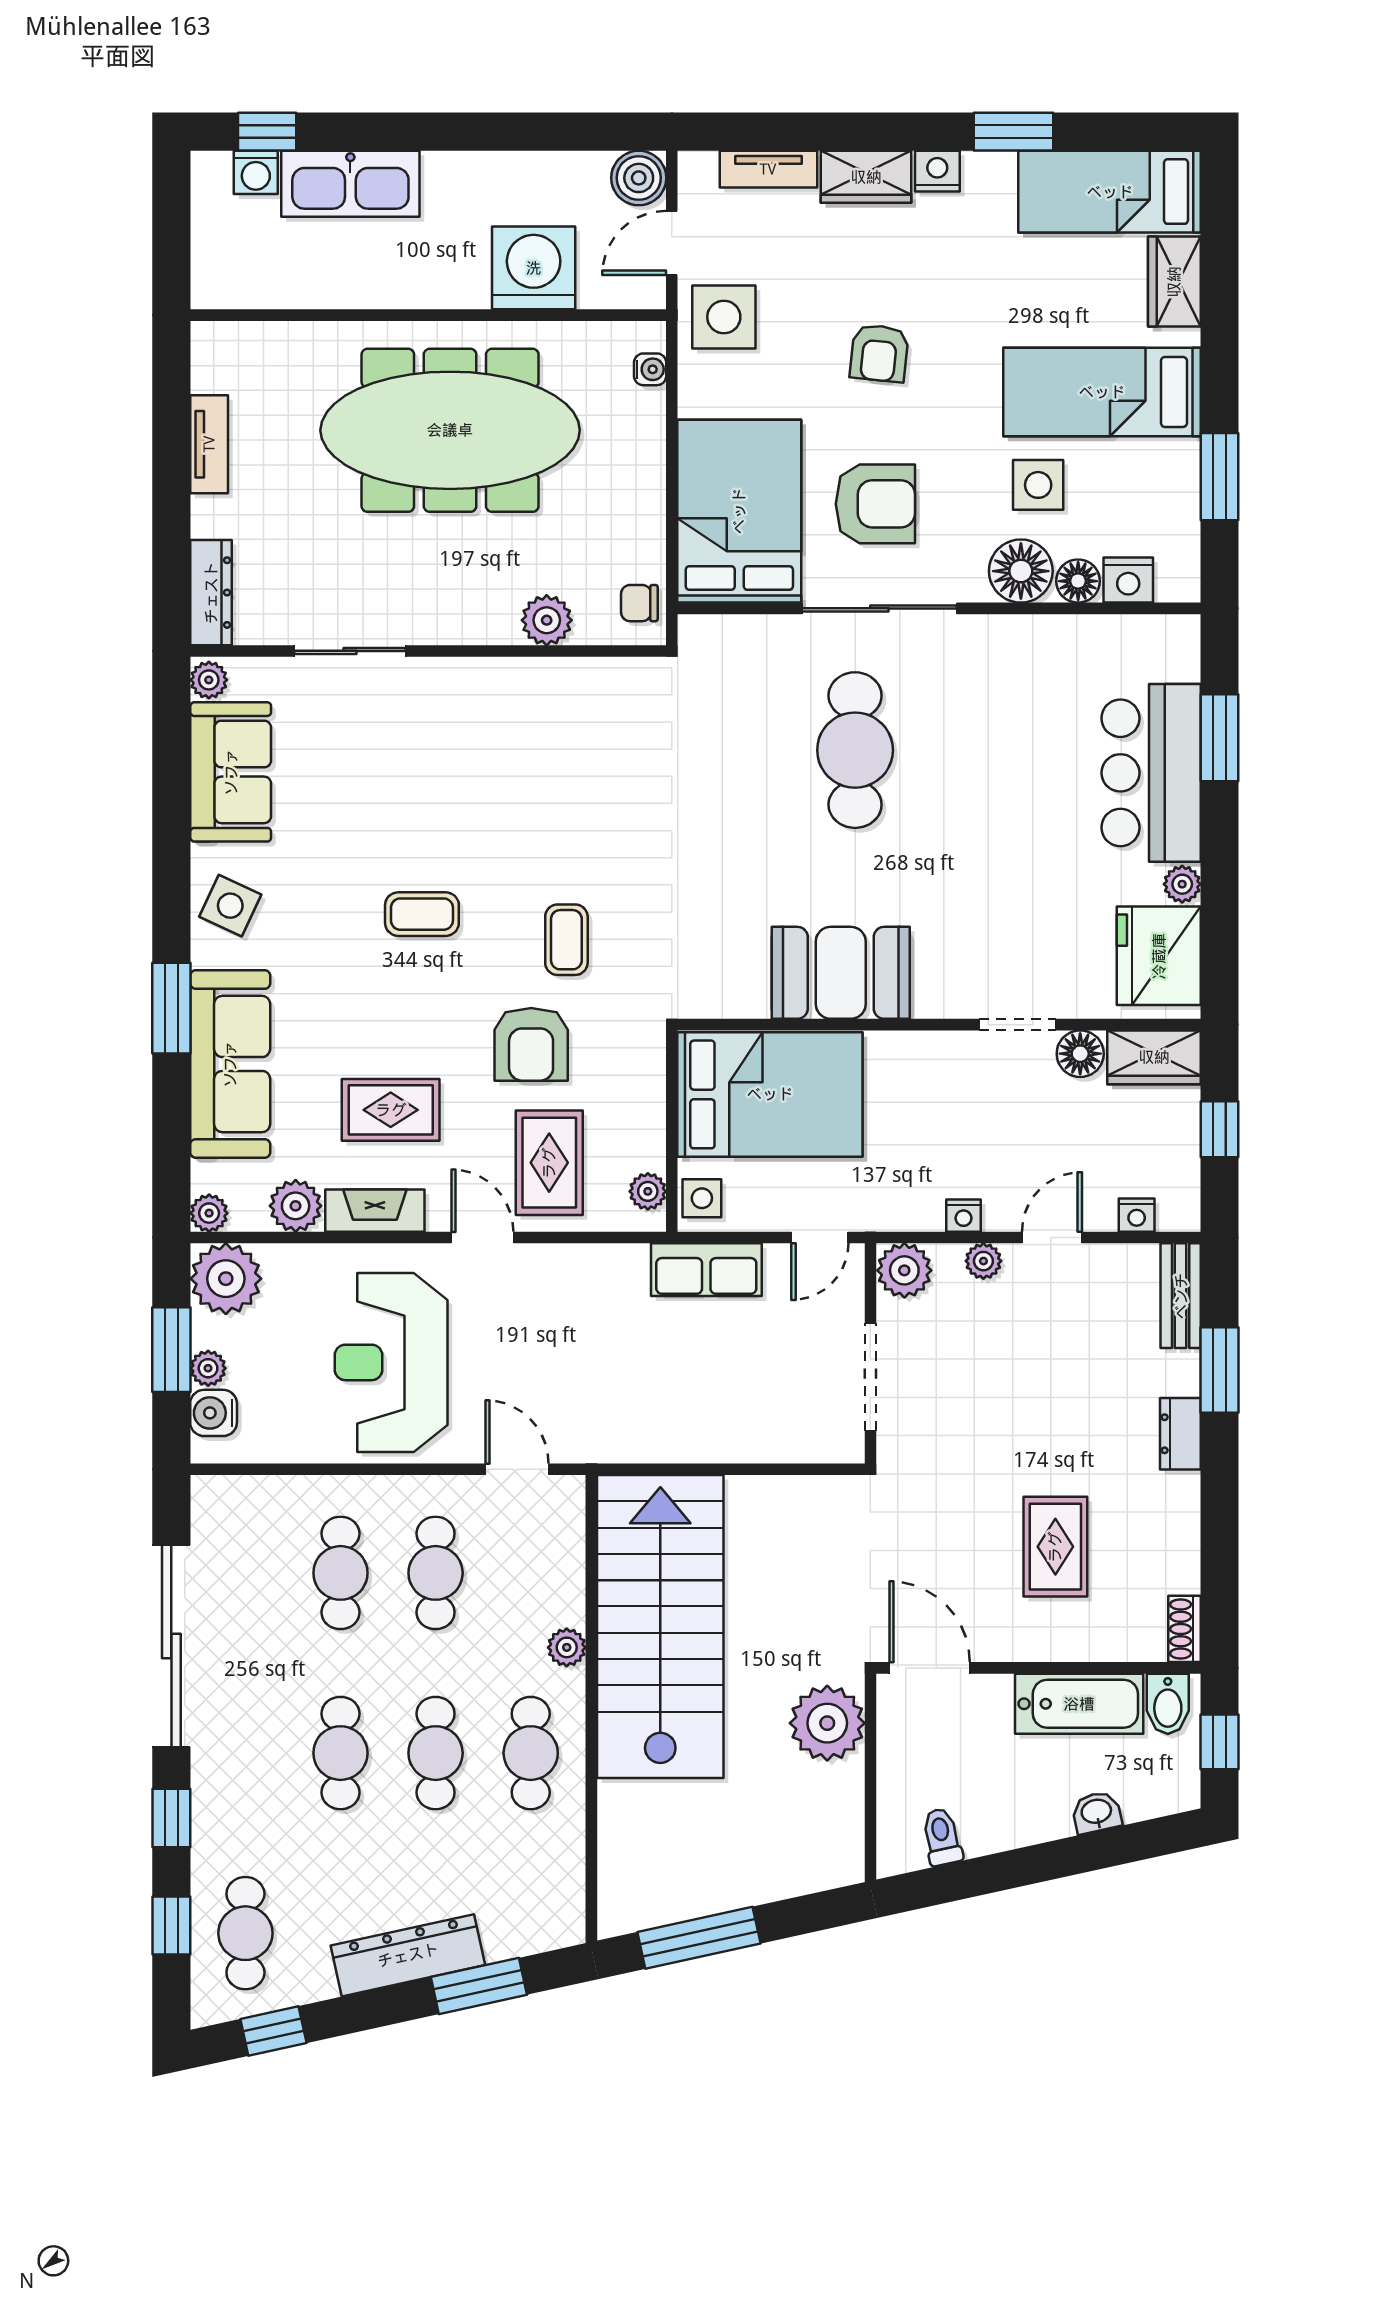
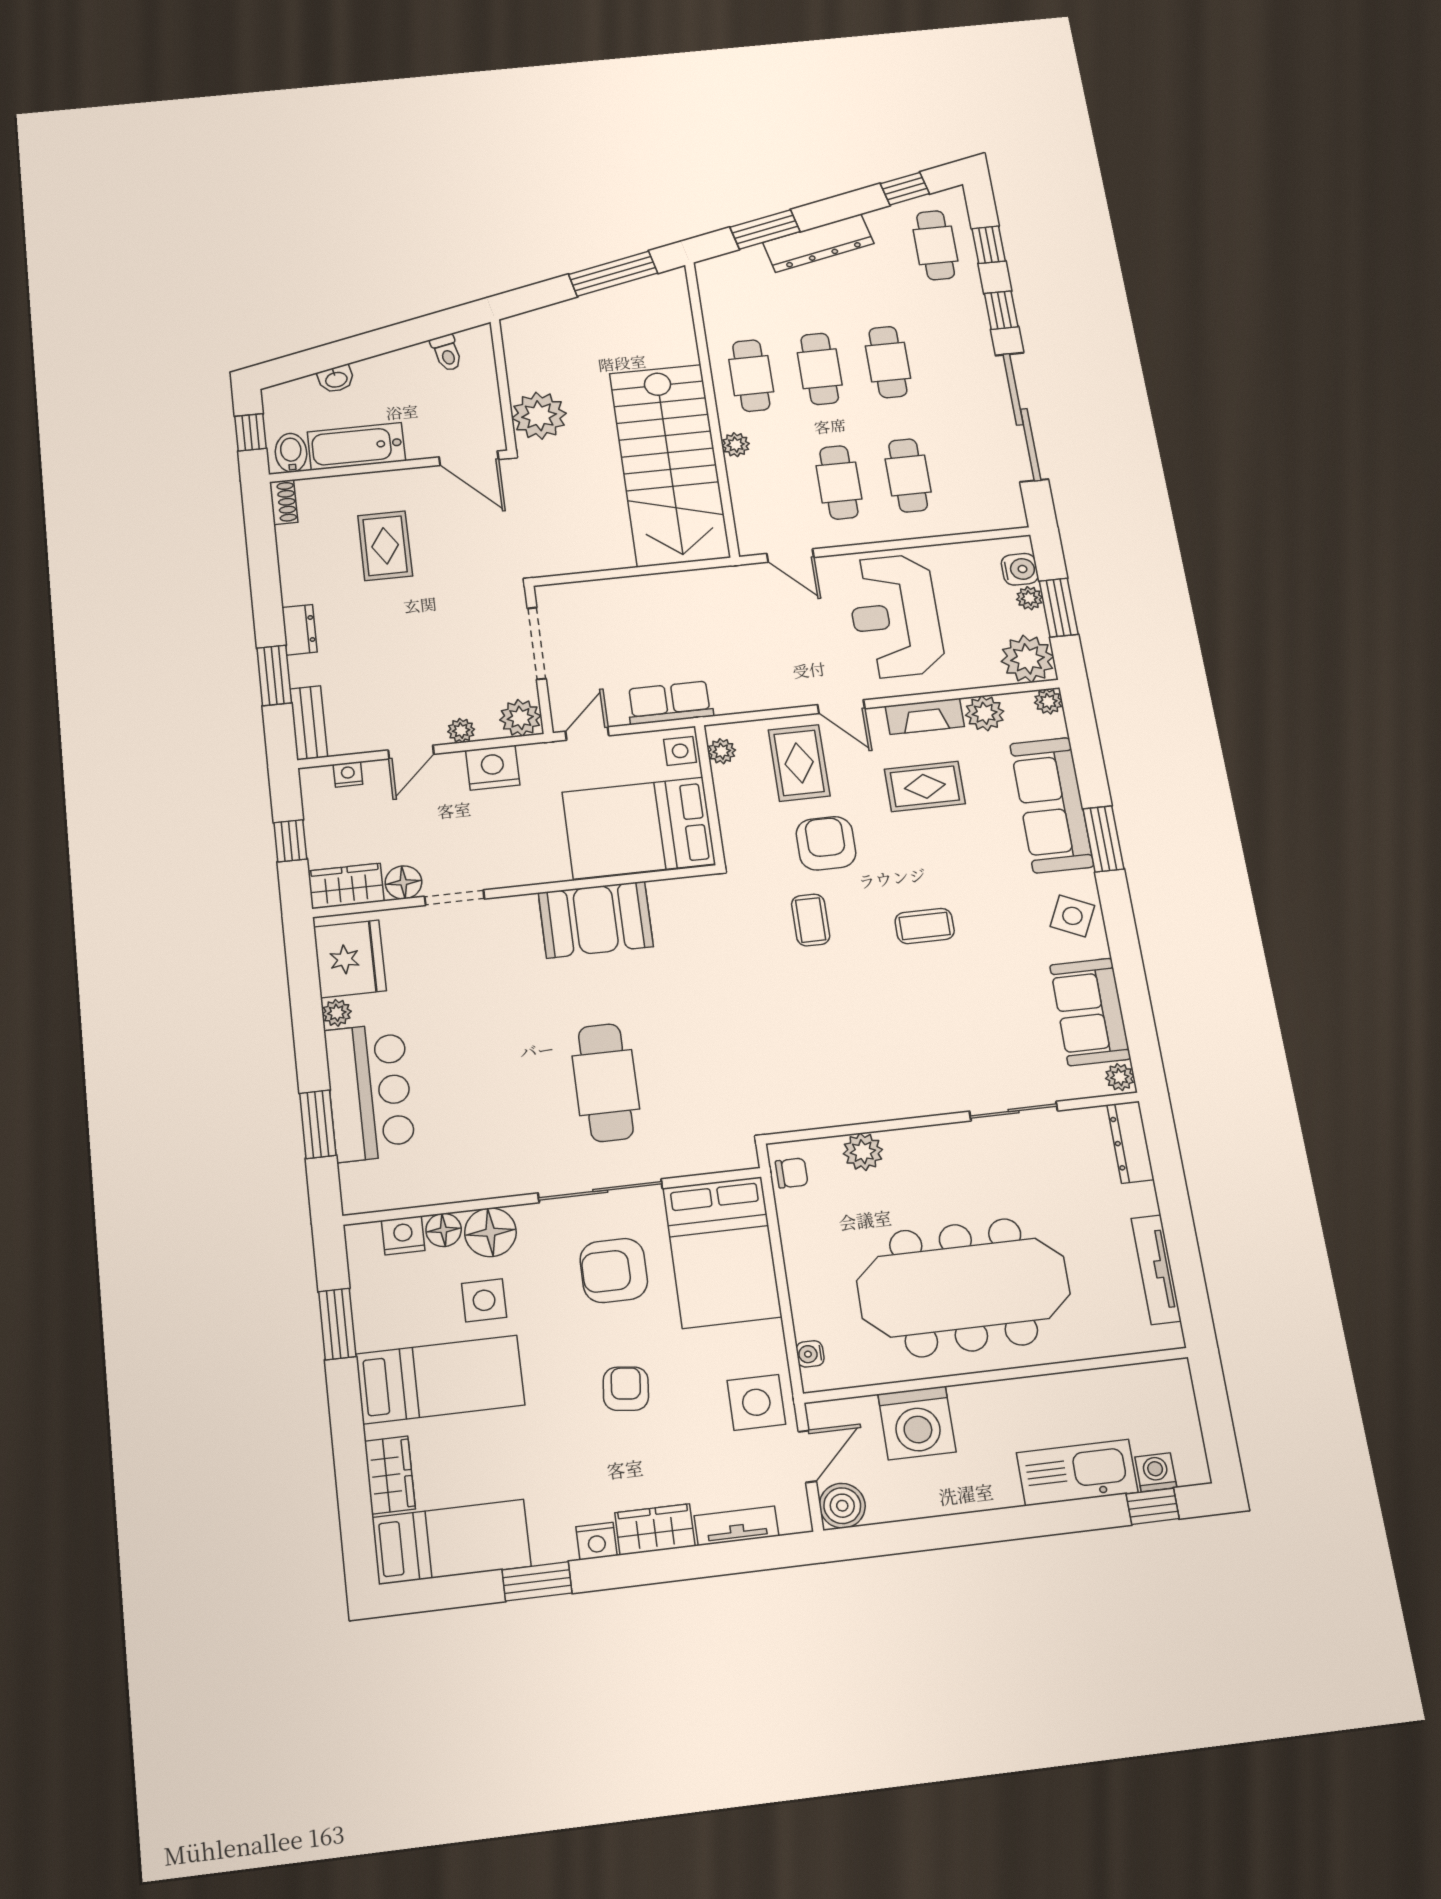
tv unit: (209, 444) -> (1156, 1270), width x1.41
nightstand: (963, 1216) -> (493, 768), width x1.89, depth x1.79
reception desk: (391, 1362) -> (895, 616), turned 180

